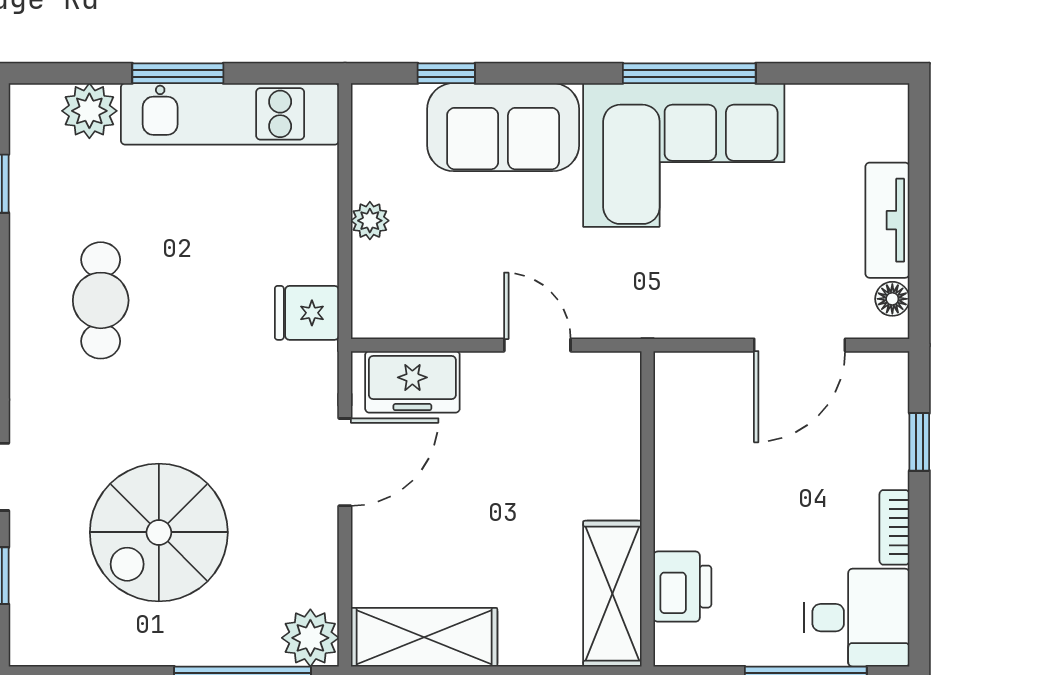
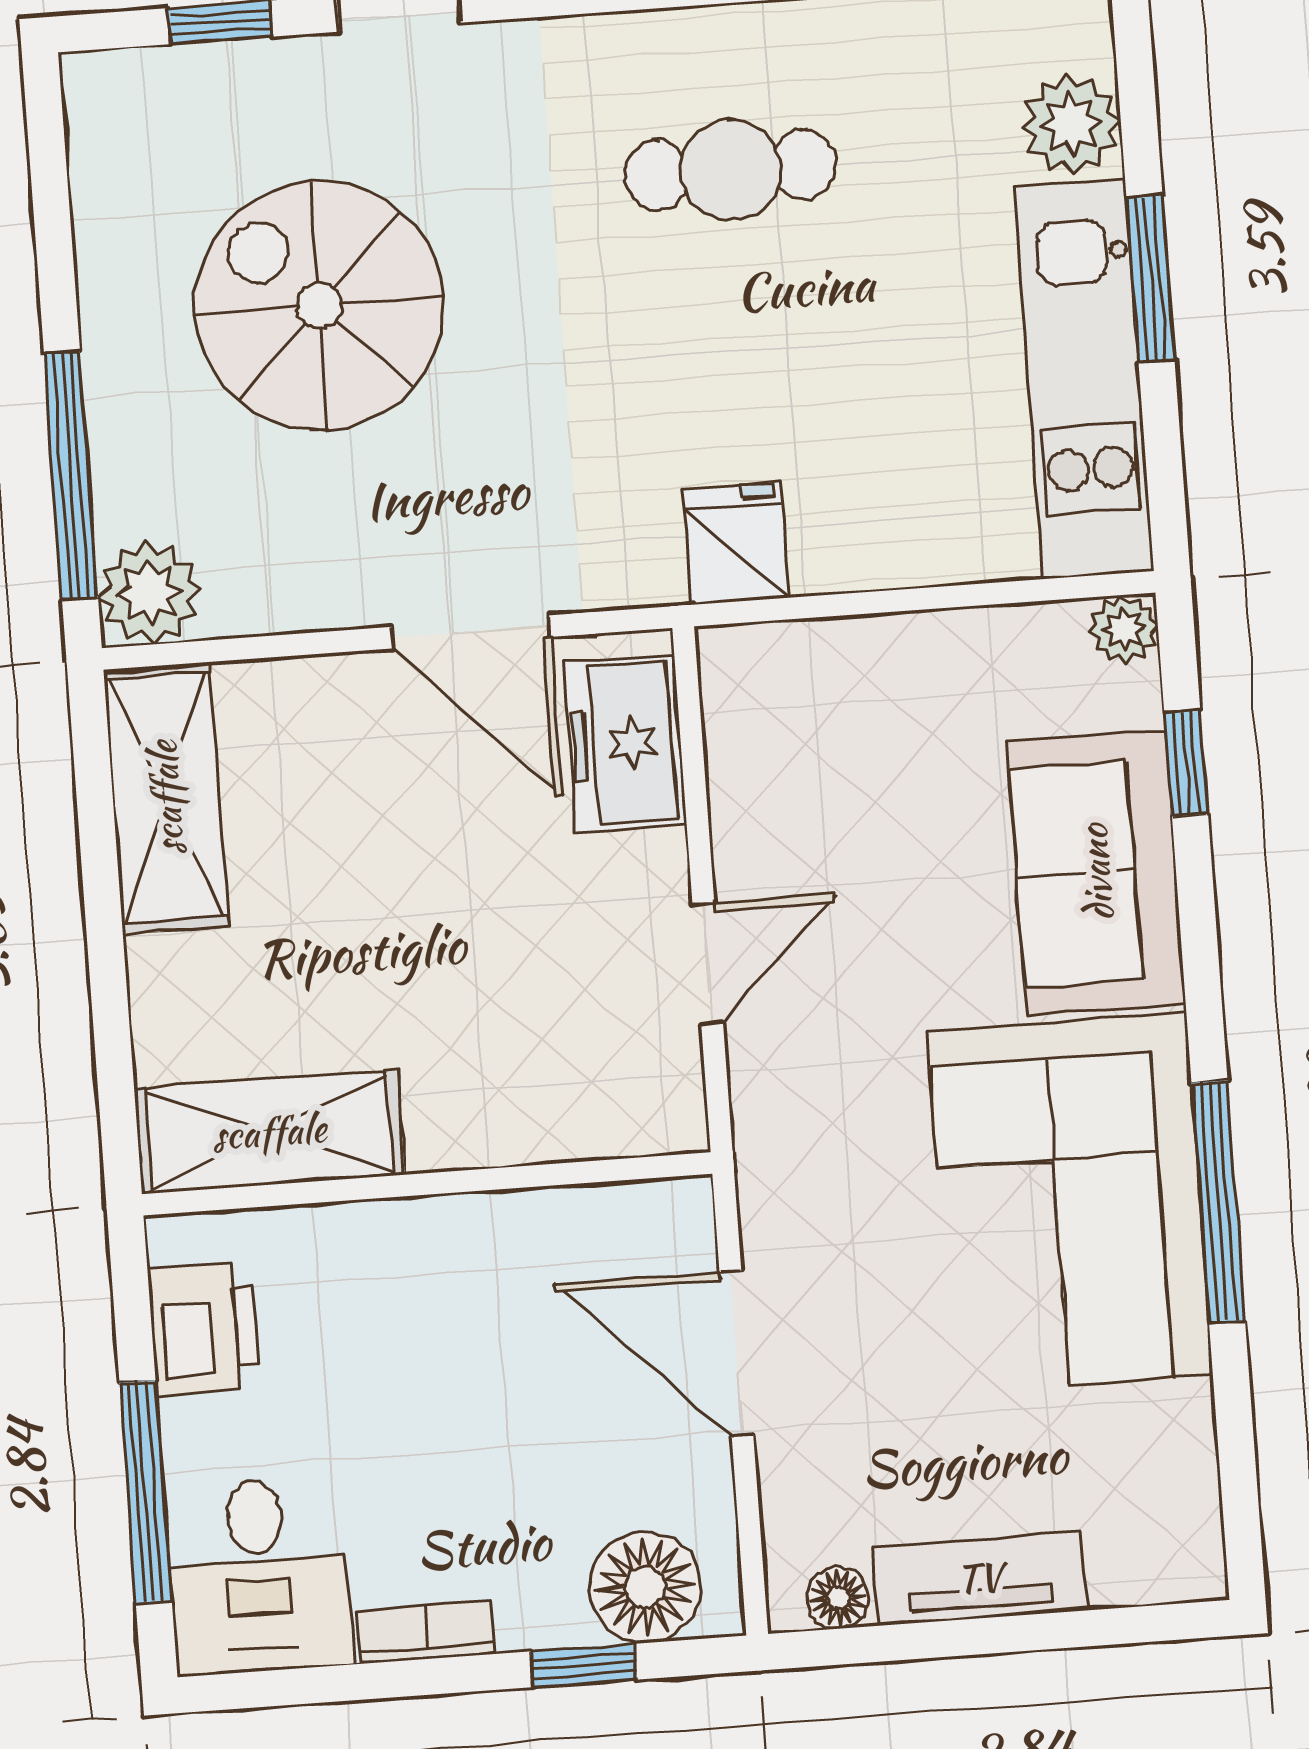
plant: (370, 221) -> (1124, 629), moved
door: (800, 345) -> (736, 1354), moved
floor lamp: (879, 405) -> (645, 1587), added
printer: (682, 587) -> (204, 1329), moved, turned -90

